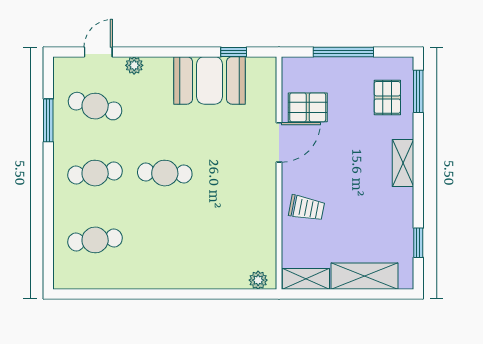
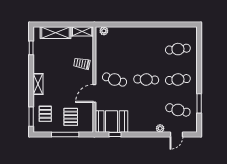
booth: (210, 80) -> (112, 122), moved
pallet: (308, 107) -> (71, 117), moved, turned 90
cafe table: (235, 173) -> (115, 80), added

